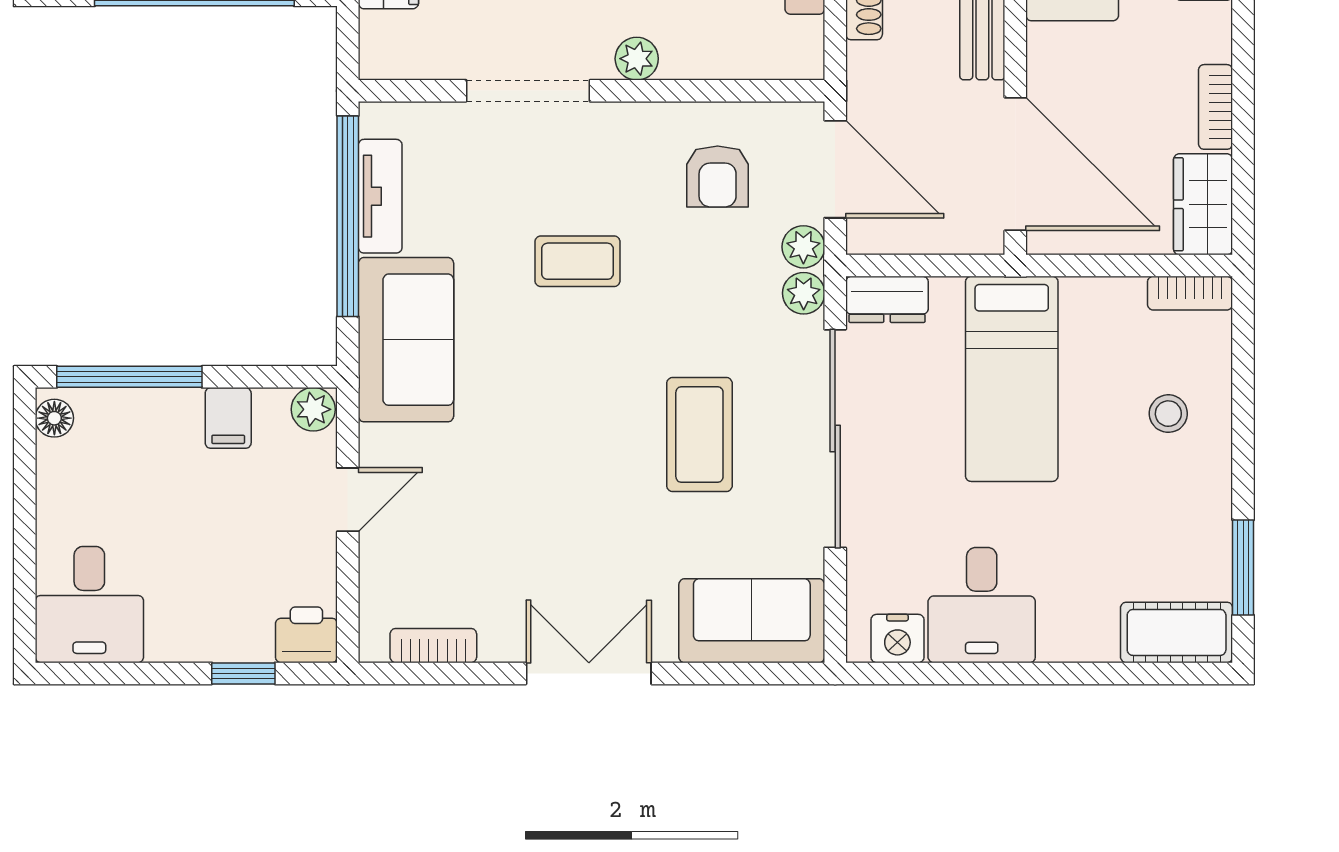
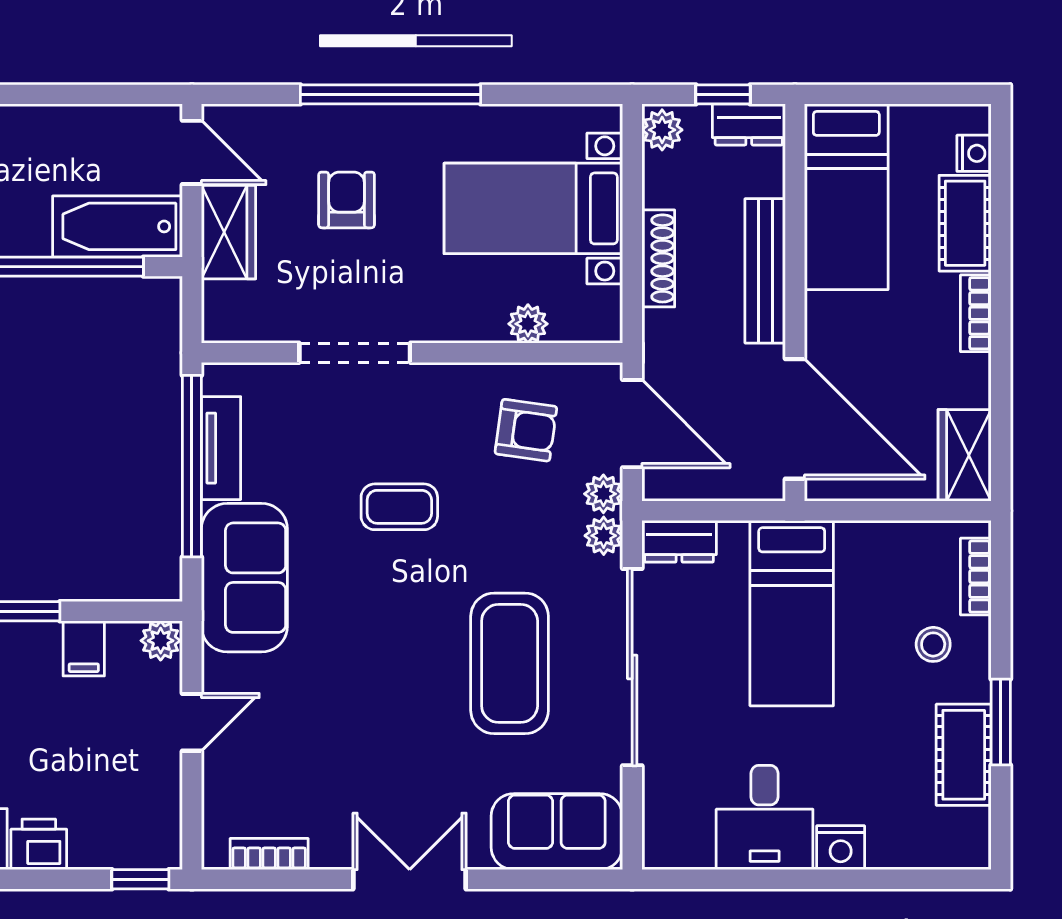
plant: (637, 59) -> (528, 324), moved
bookcase: (1216, 107) -> (976, 313), moved
armchair: (718, 176) -> (526, 430), turned -82
bookcase: (1190, 293) -> (976, 577), moved, turned 90
coffee table: (699, 435) -> (510, 663), width x1.36, depth x1.32
window: (1243, 567) -> (1001, 722), moved
cot: (1177, 632) -> (964, 755), moved, turned 90
printer: (306, 635) -> (39, 844), moved
nightstand: (897, 639) -> (841, 848), moved
window: (243, 673) -> (140, 879), moved

